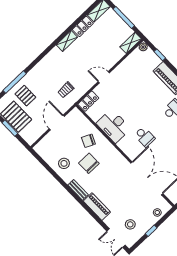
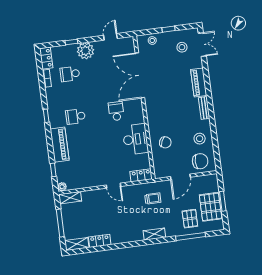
shelving: (67, 41) -> (154, 234), moved
chair: (89, 163) -> (200, 161), moved, turned -90

